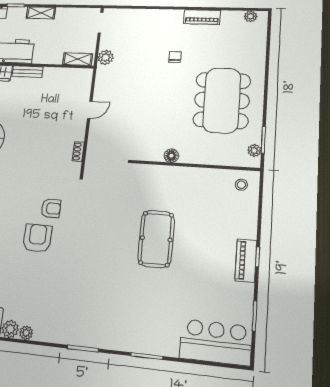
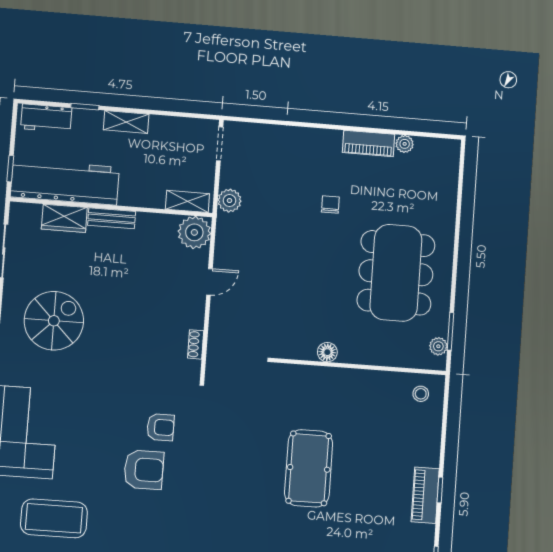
plant: (251, 16) -> (405, 144), moved
plant: (81, 78) -> (194, 232), added
armchair: (37, 238) -> (144, 470), turned 90

